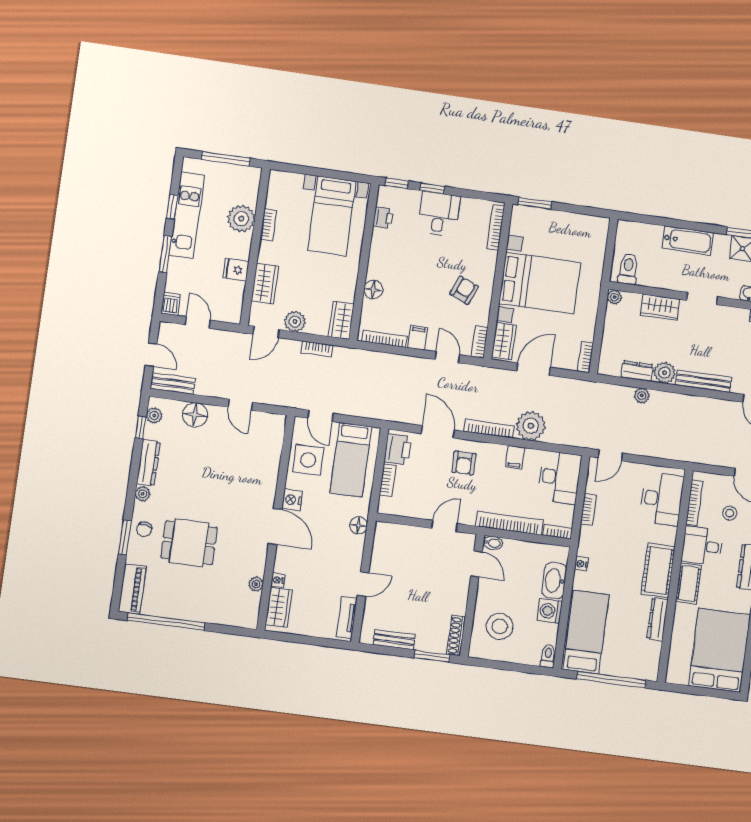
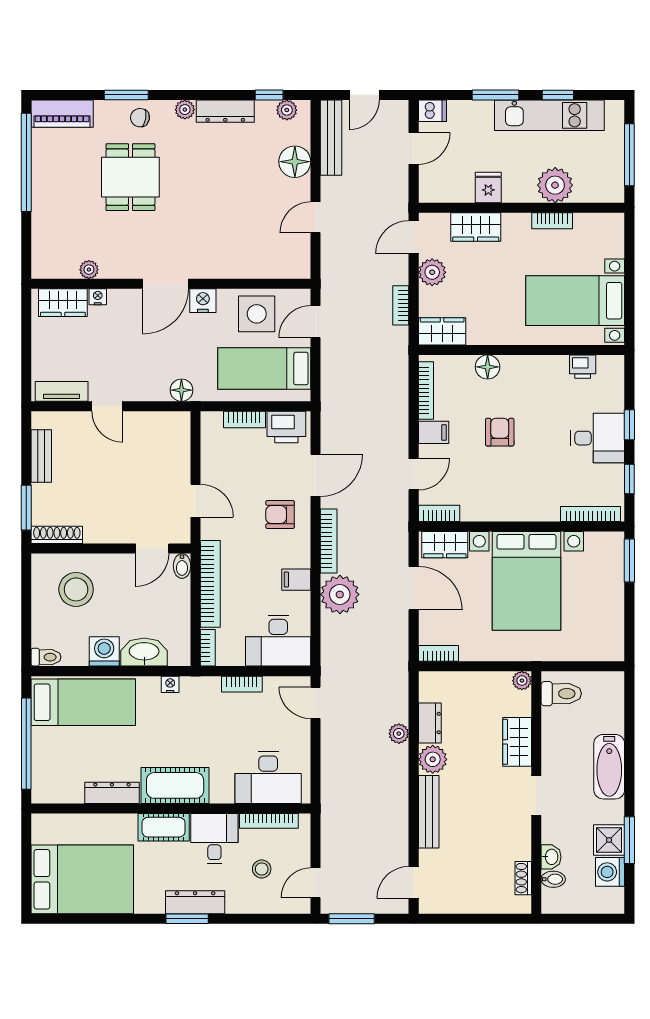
window: (397, 183) -> (629, 479), moved
armchair: (464, 290) -> (500, 432), moved, turned -113
door: (266, 332) -> (414, 237), hinge flipped
bench: (173, 383) -> (331, 138), width x1.36

